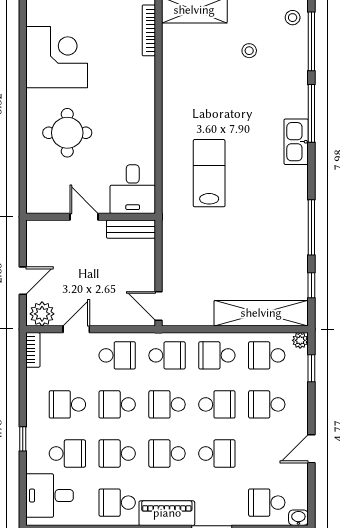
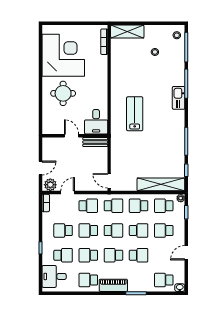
corner desk: (57, 57) -> (63, 55), width x1.36, depth x1.36
school desk: (167, 404) -> (113, 230), turned 180

